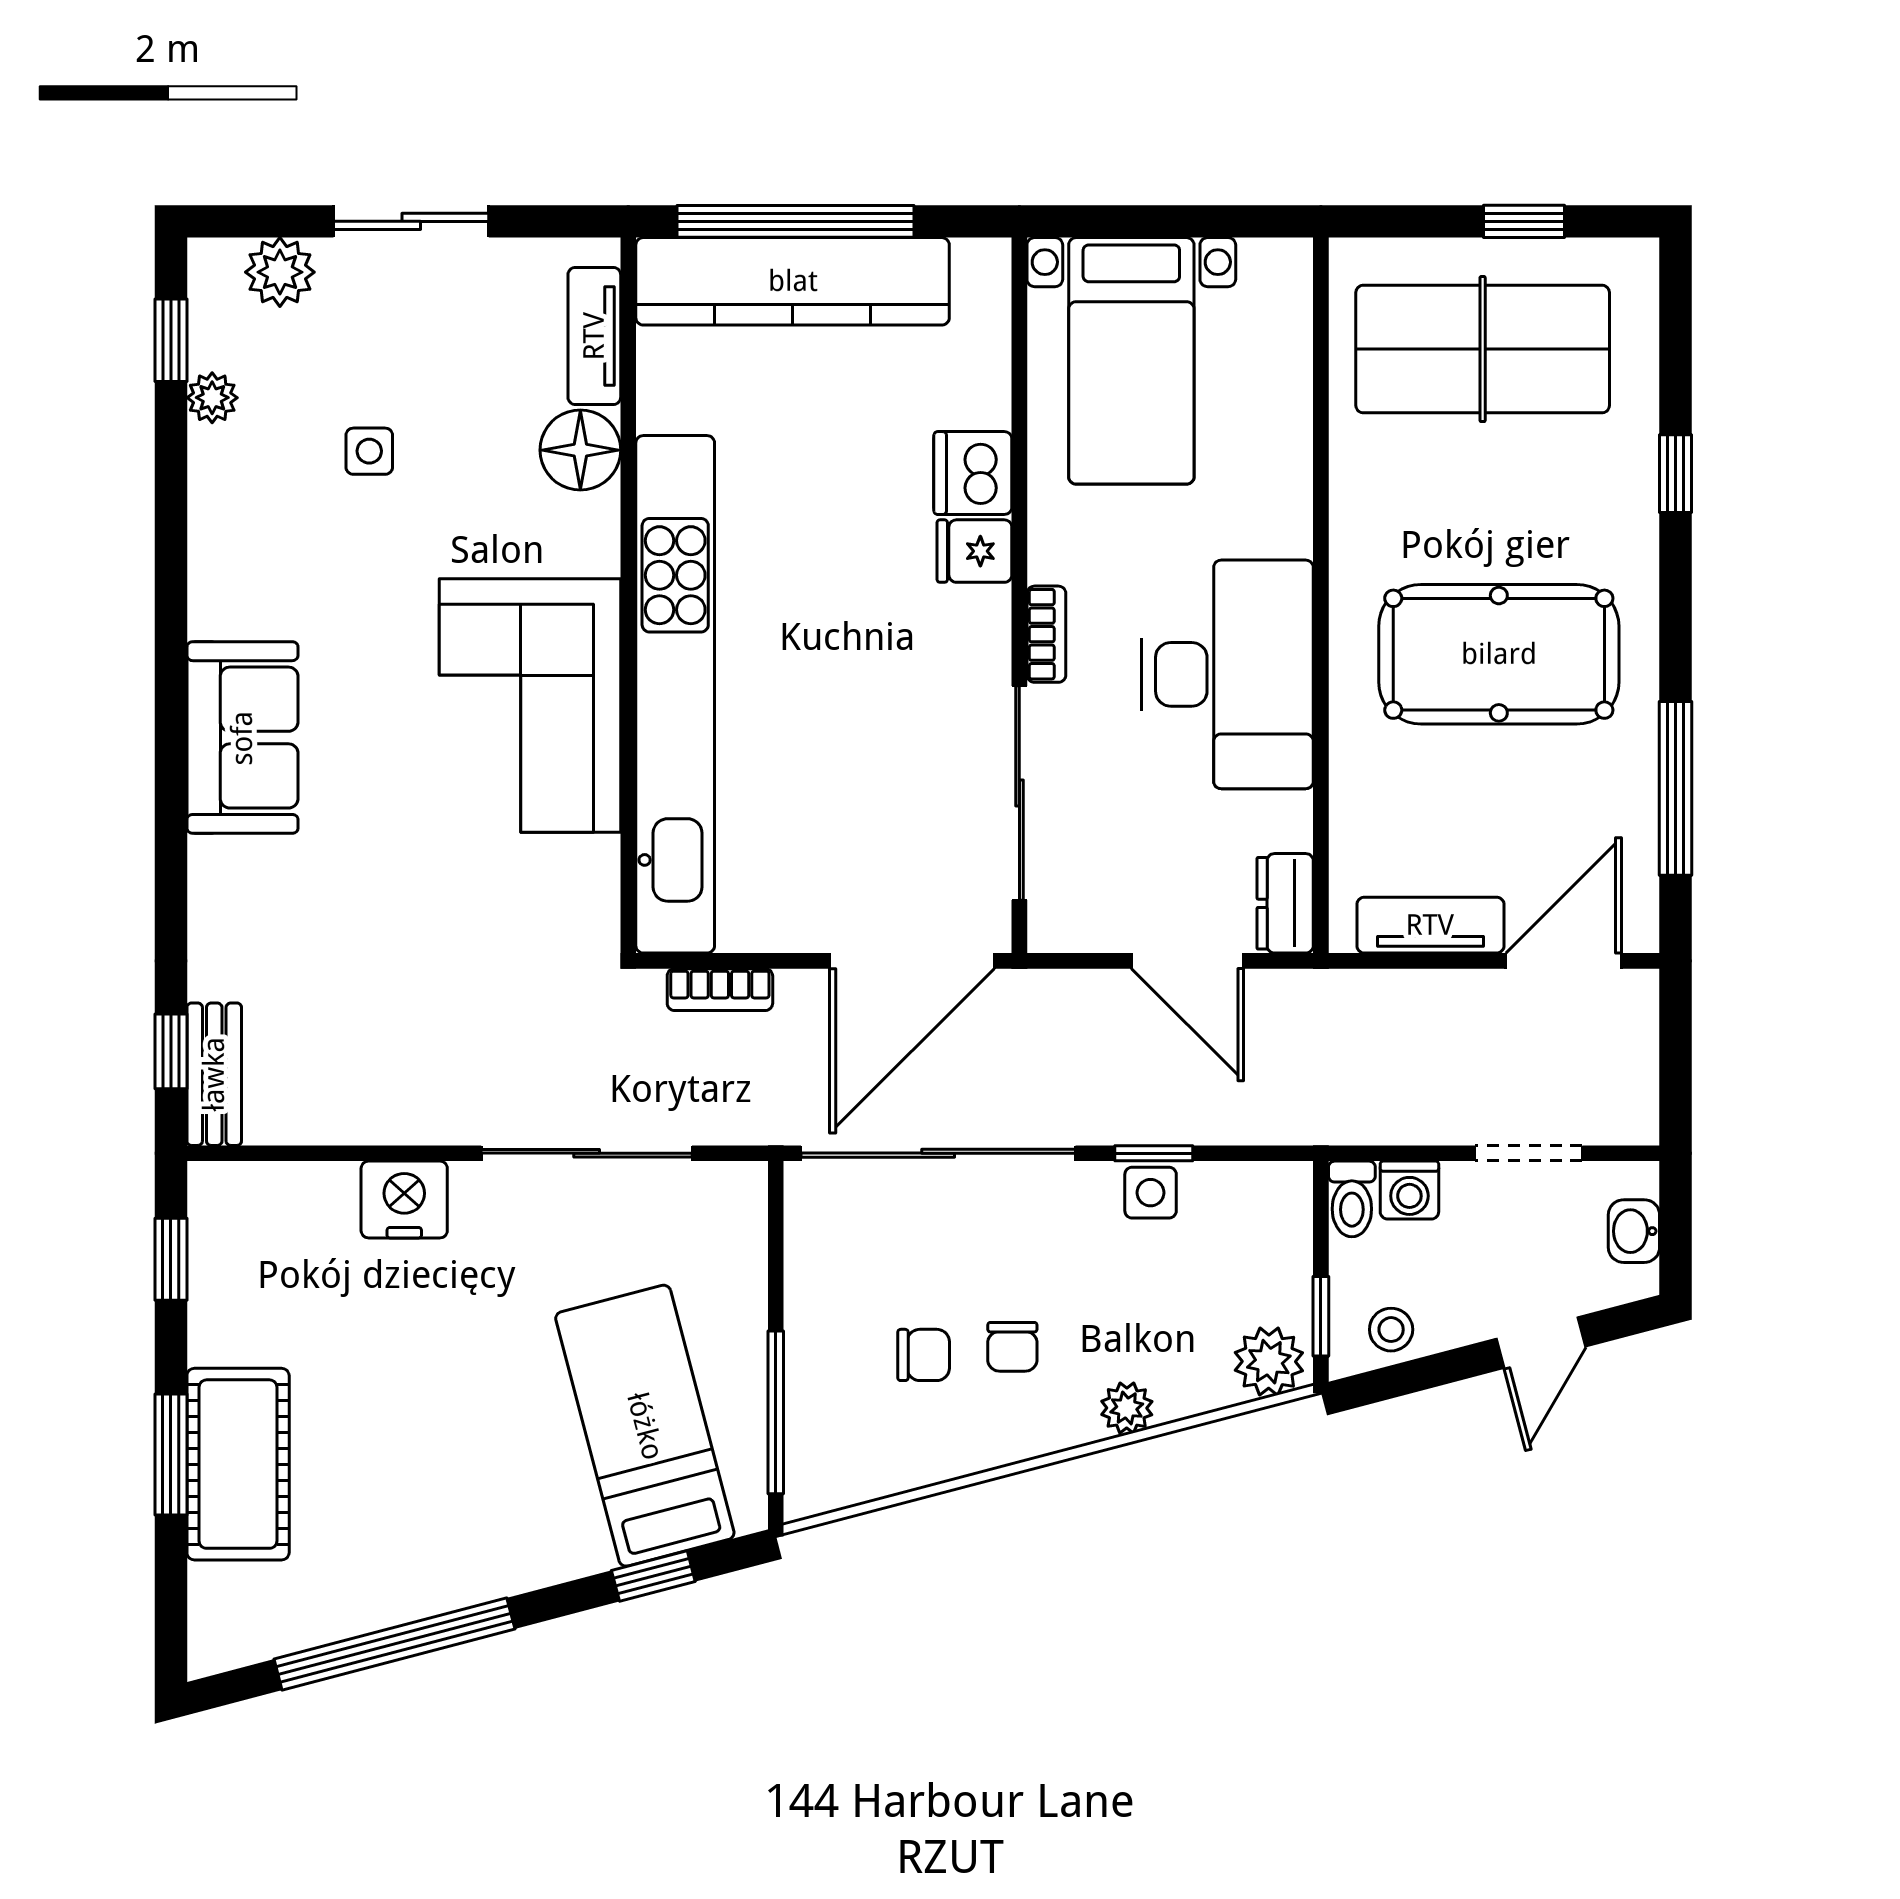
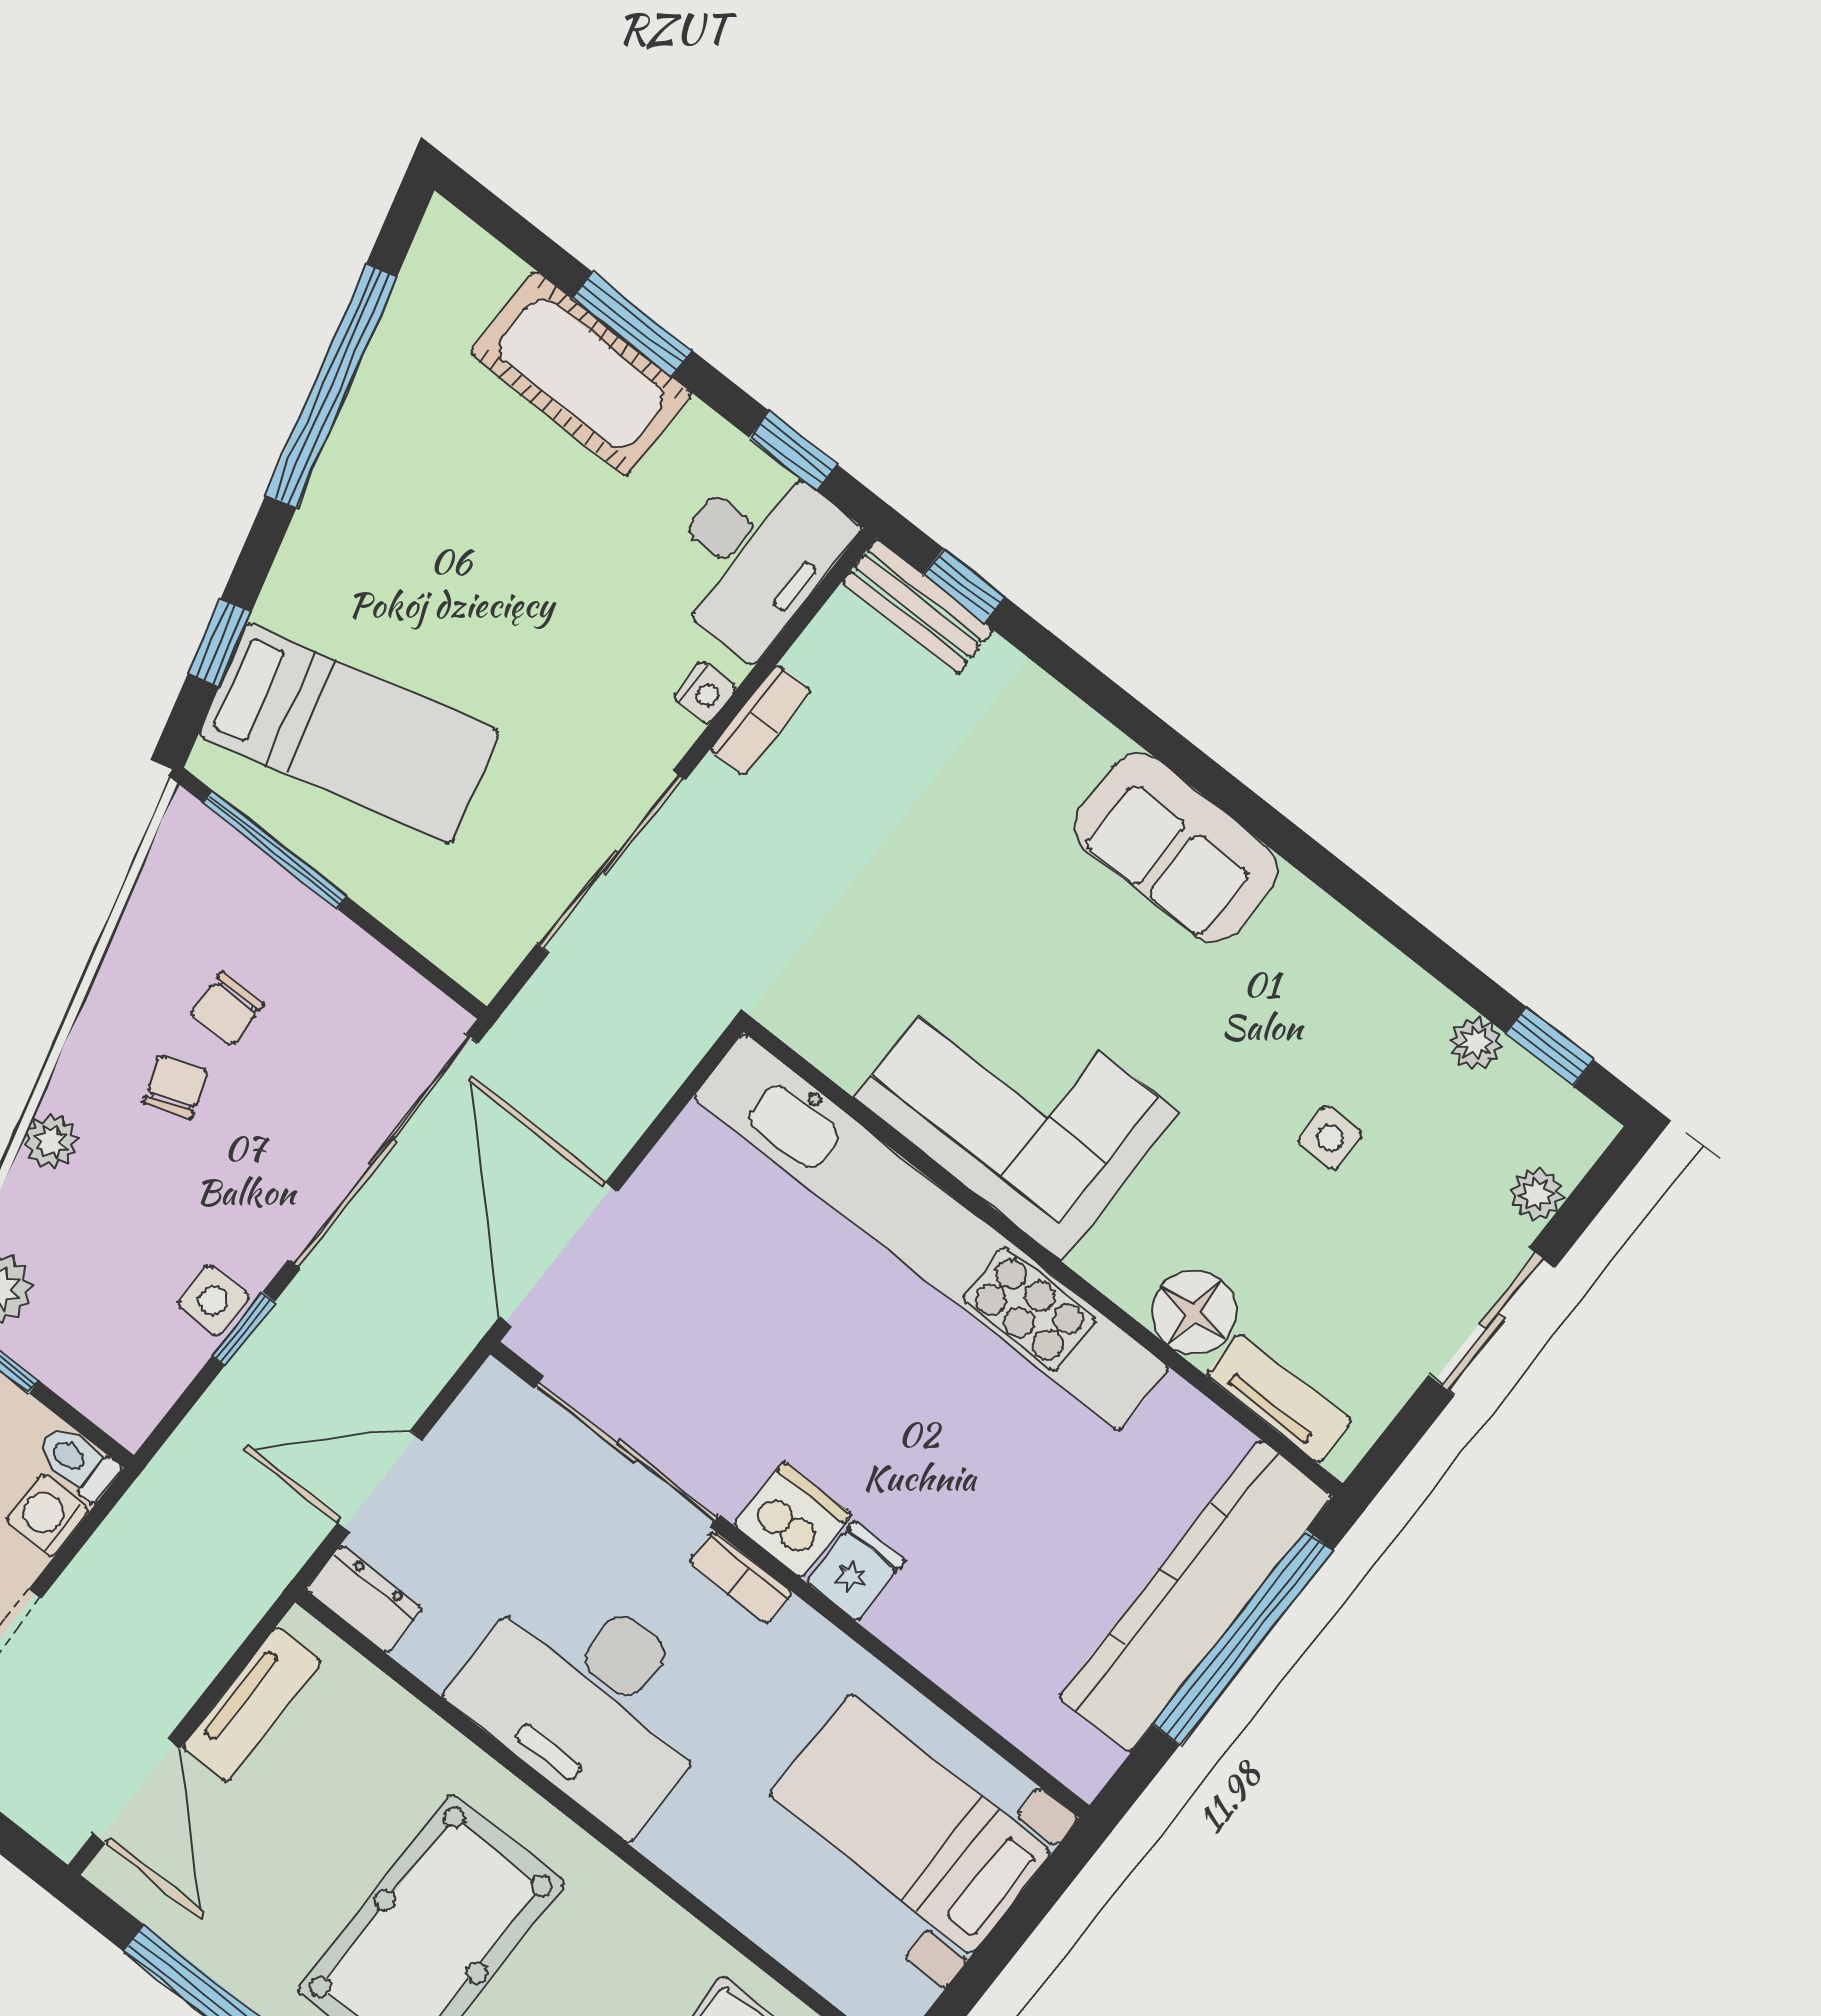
plant: (280, 272) -> (1537, 1194), width x0.73, depth x0.73
dishwasher: (973, 473) -> (792, 1520), moved
bookcase: (720, 990) -> (761, 720), moved, turned 180
nightstand: (404, 1200) -> (705, 693), width x0.53, depth x0.56
desk: (272, 1227) -> (754, 554), added
chair: (1012, 1347) -> (176, 1087), turned 70

